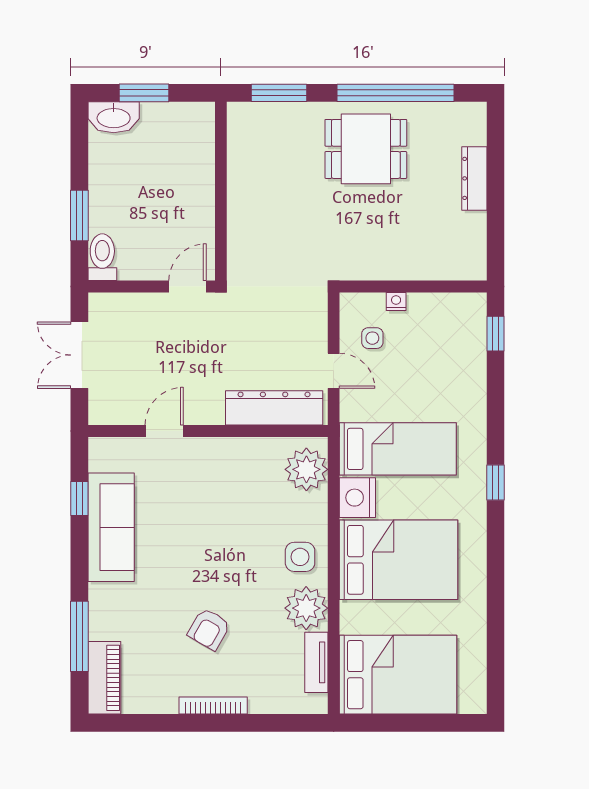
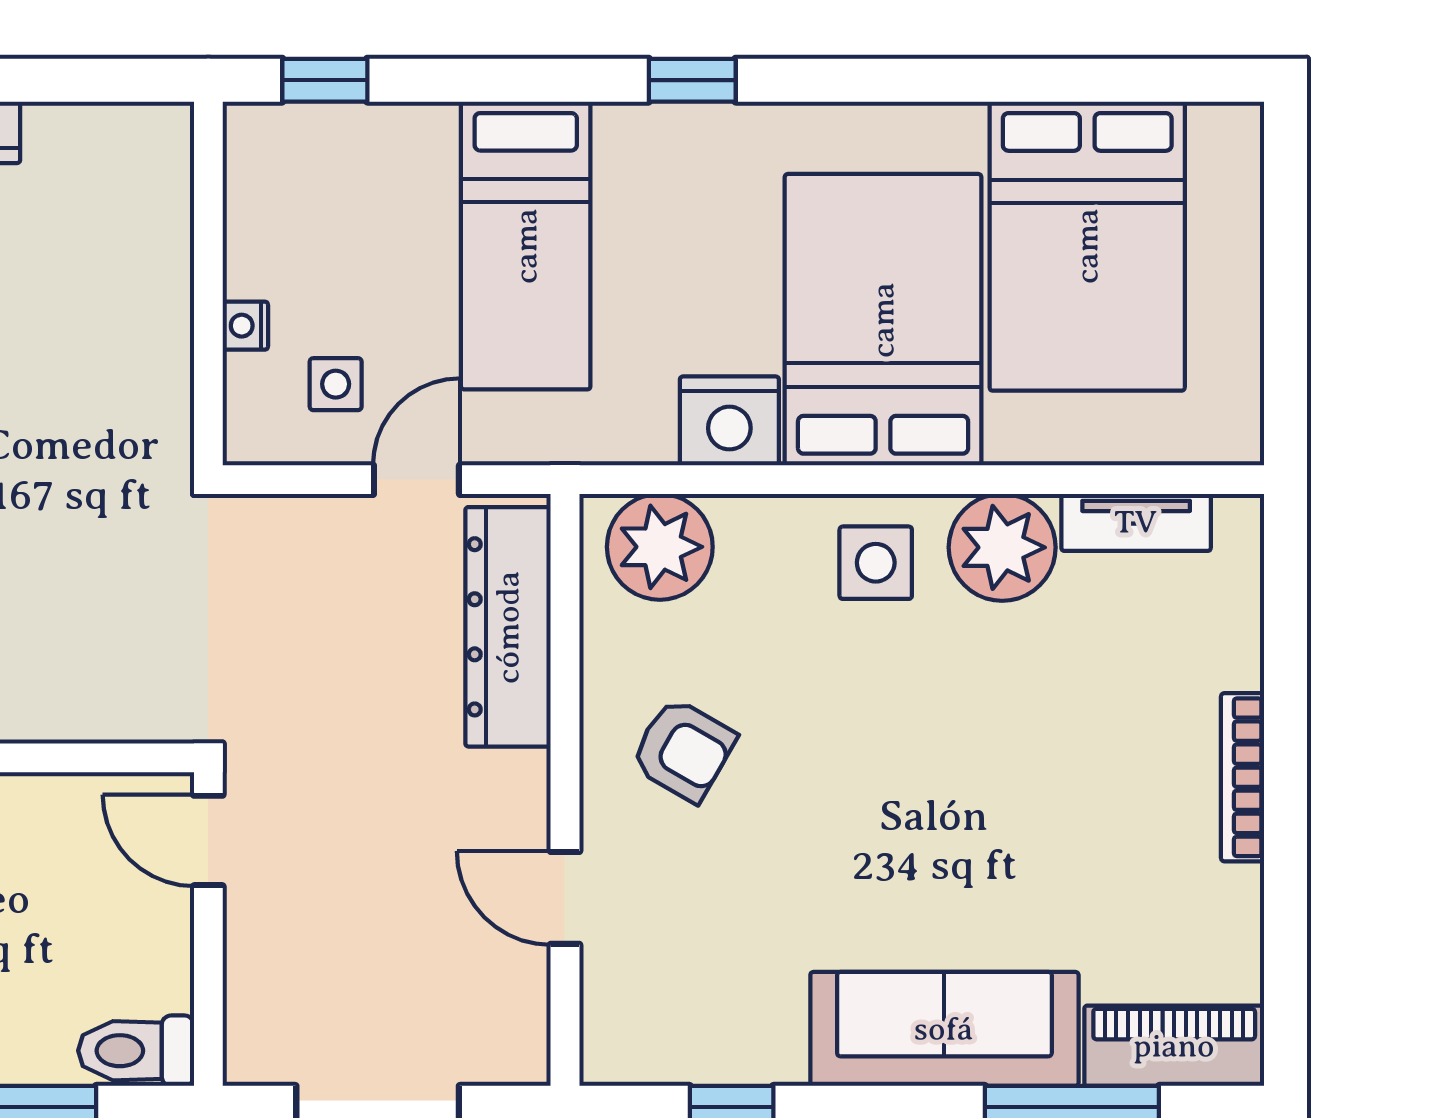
bed: (398, 449) -> (526, 246), moved, turned 180
sofa: (111, 527) -> (944, 1029), moved
armchair: (209, 629) -> (683, 750), moved
bed: (398, 675) -> (1087, 246), moved, turned 180

